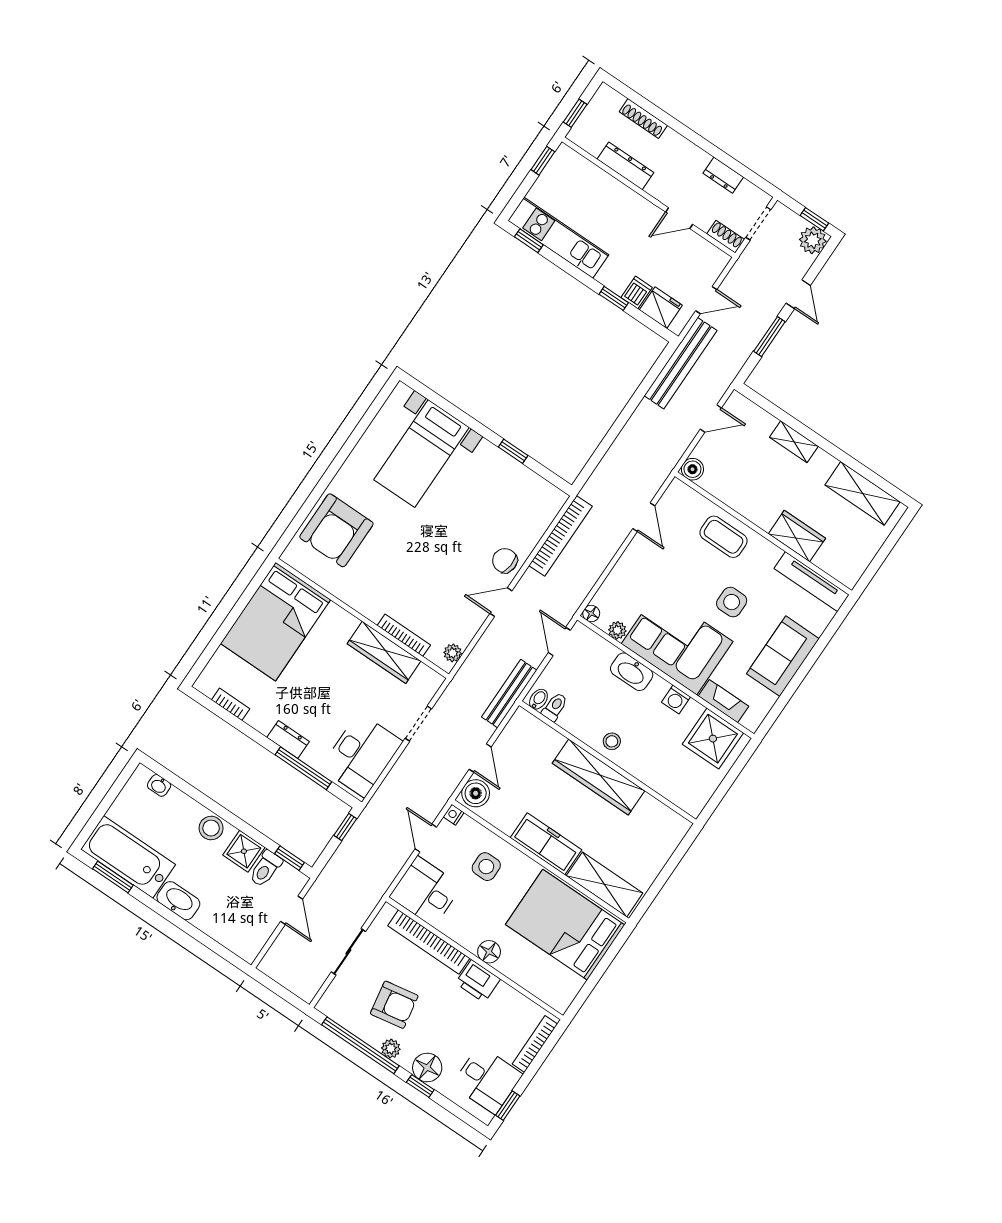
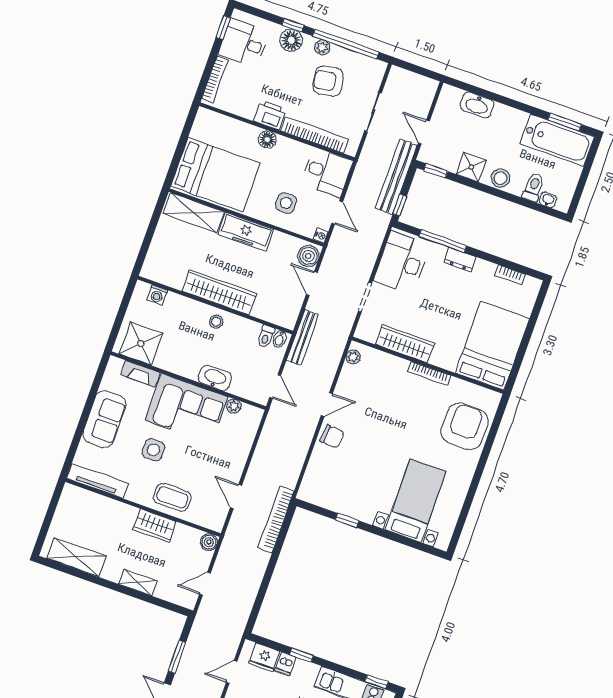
bench: (681, 363) -> (396, 177), moved
bookcase: (560, 536) -> (276, 519), moved
wardrobe: (797, 536) -> (154, 526), moved
floor lamp: (591, 614) -> (257, 414), removed
bookcase: (404, 635) -> (429, 373), moved
washing machine: (676, 700) -> (157, 295), moved, turned 180
toilet: (266, 869) -> (533, 187), moved
washbasin: (178, 901) -> (477, 105), moved

